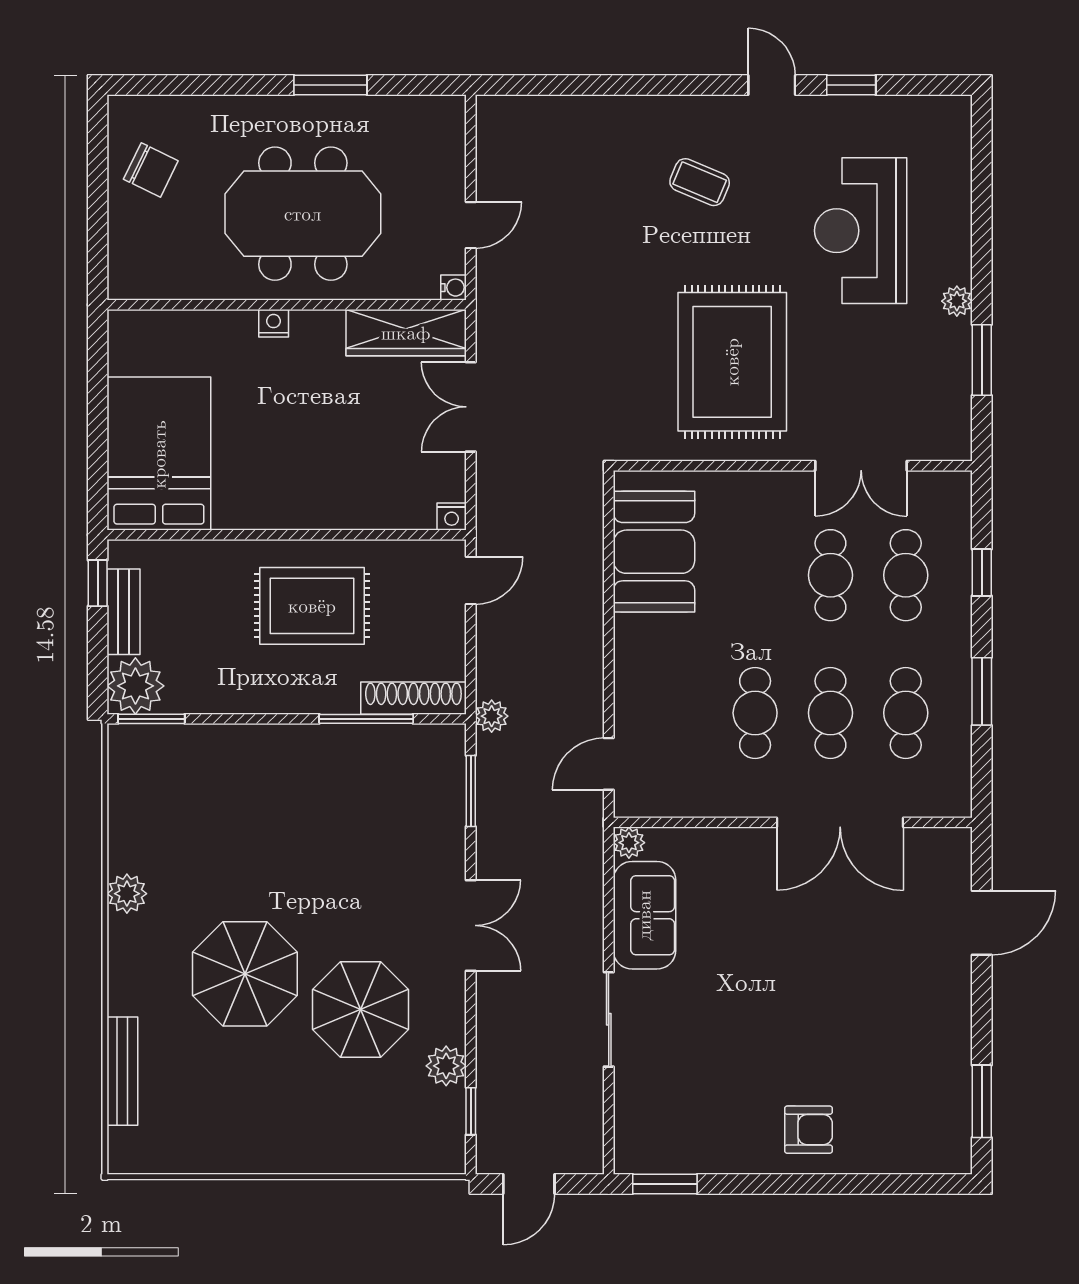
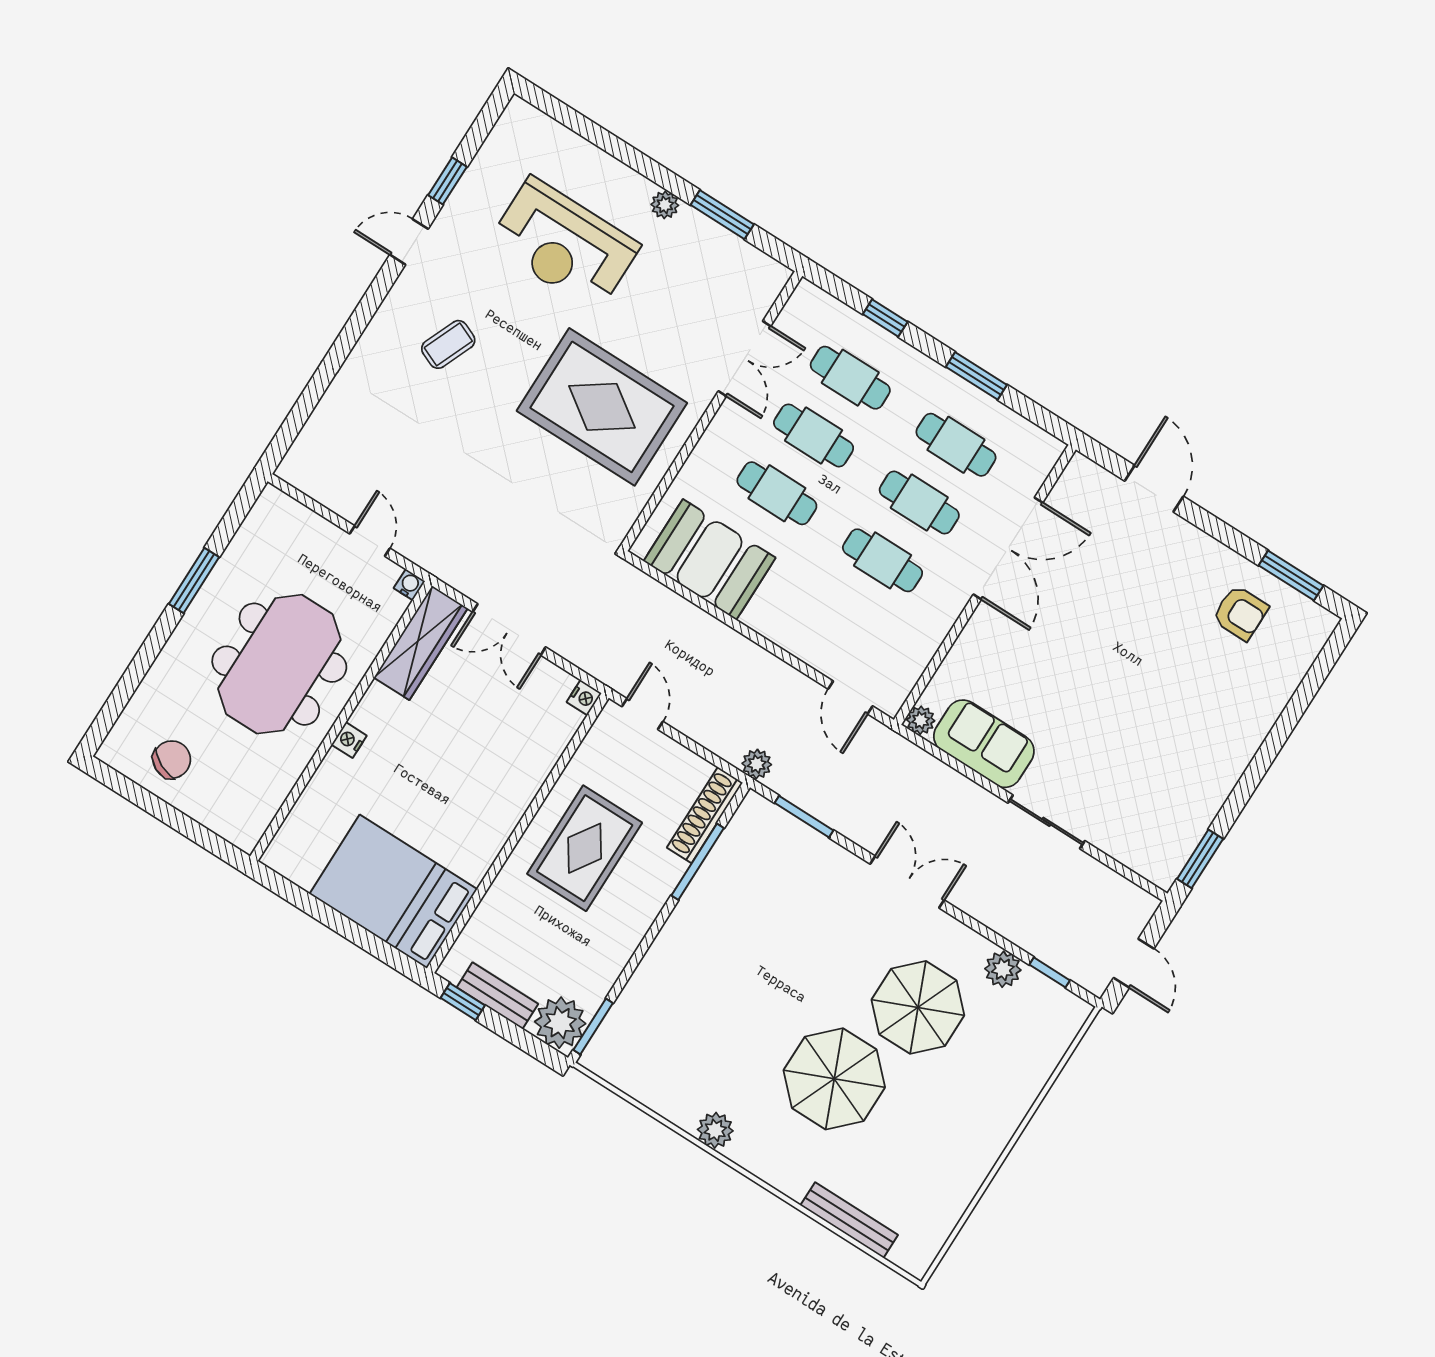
cafe table: (755, 575) -> (777, 493), added
armchair: (808, 1130) -> (1240, 613), moved, turned 90

